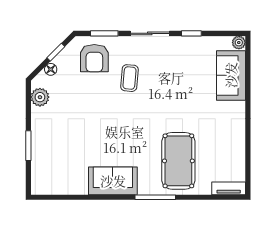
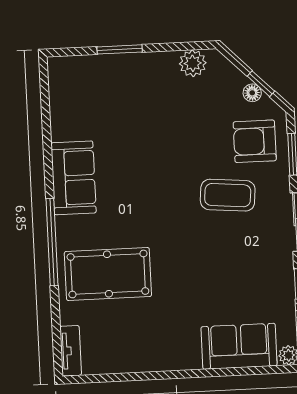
floor lamp: (51, 69) -> (252, 93), moved
coffee table: (129, 78) -> (228, 195), width x1.36, depth x1.30
window: (155, 197) -> (52, 242), width x1.46

